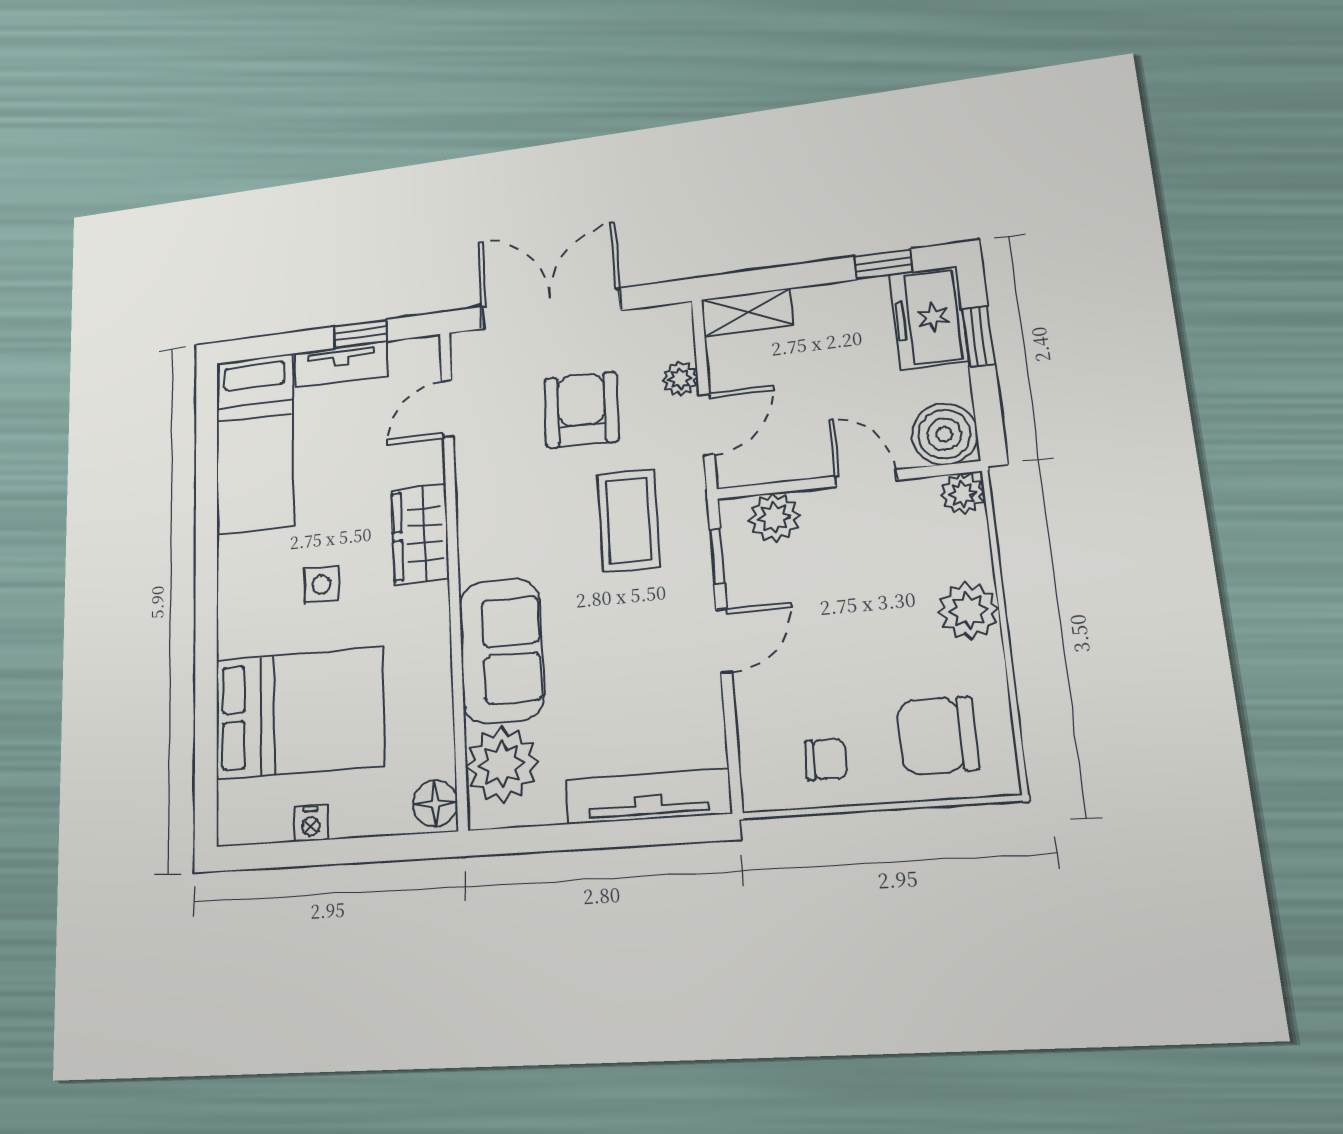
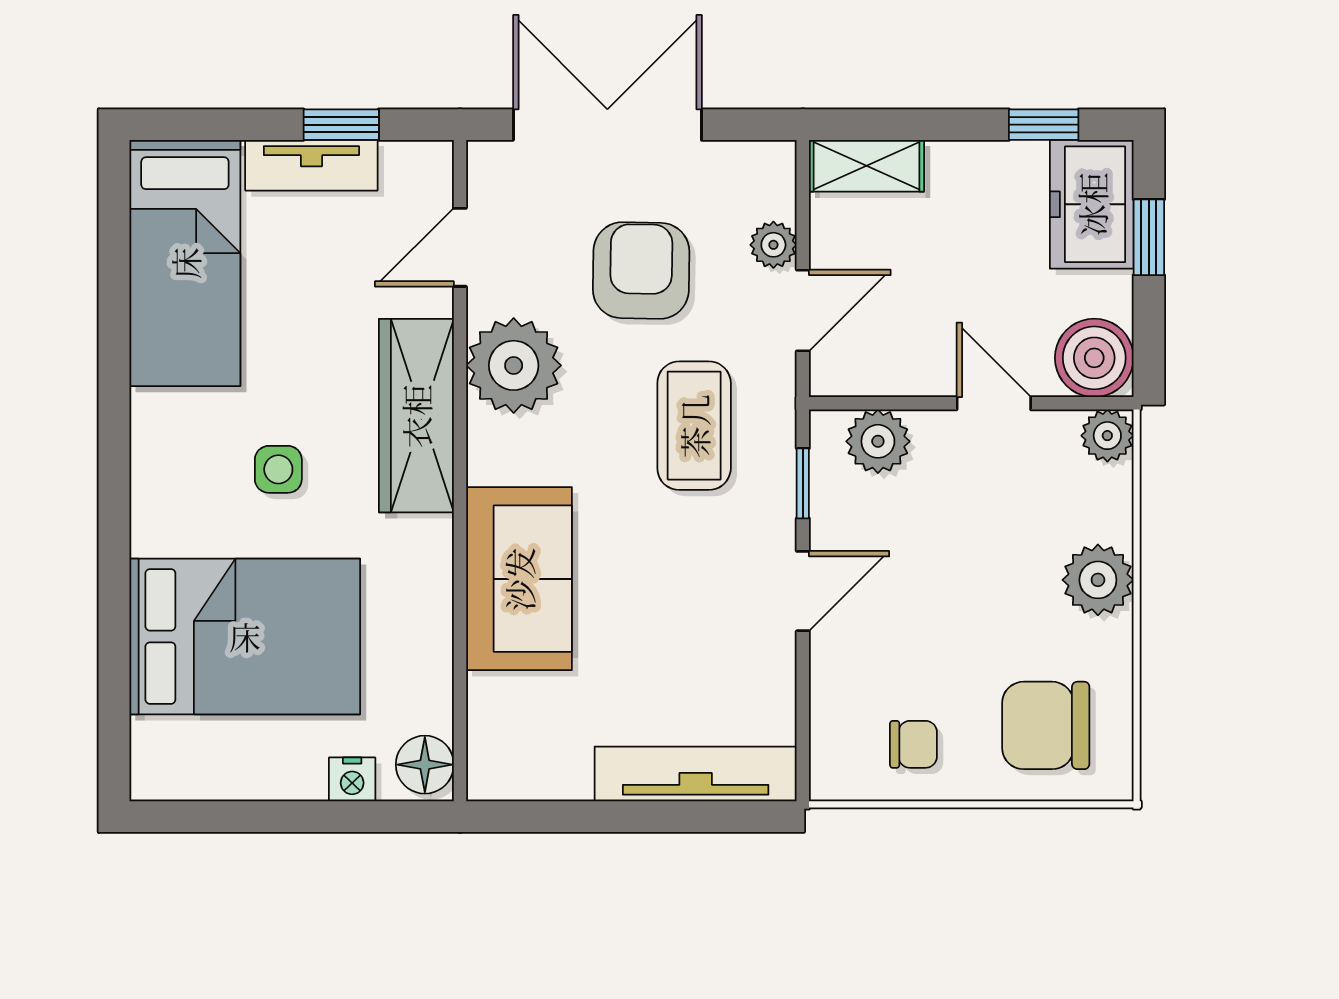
wardrobe: (420, 535) -> (416, 416), width x1.50
plant: (502, 765) -> (514, 365), moved
nightstand: (311, 823) -> (352, 779), moved

